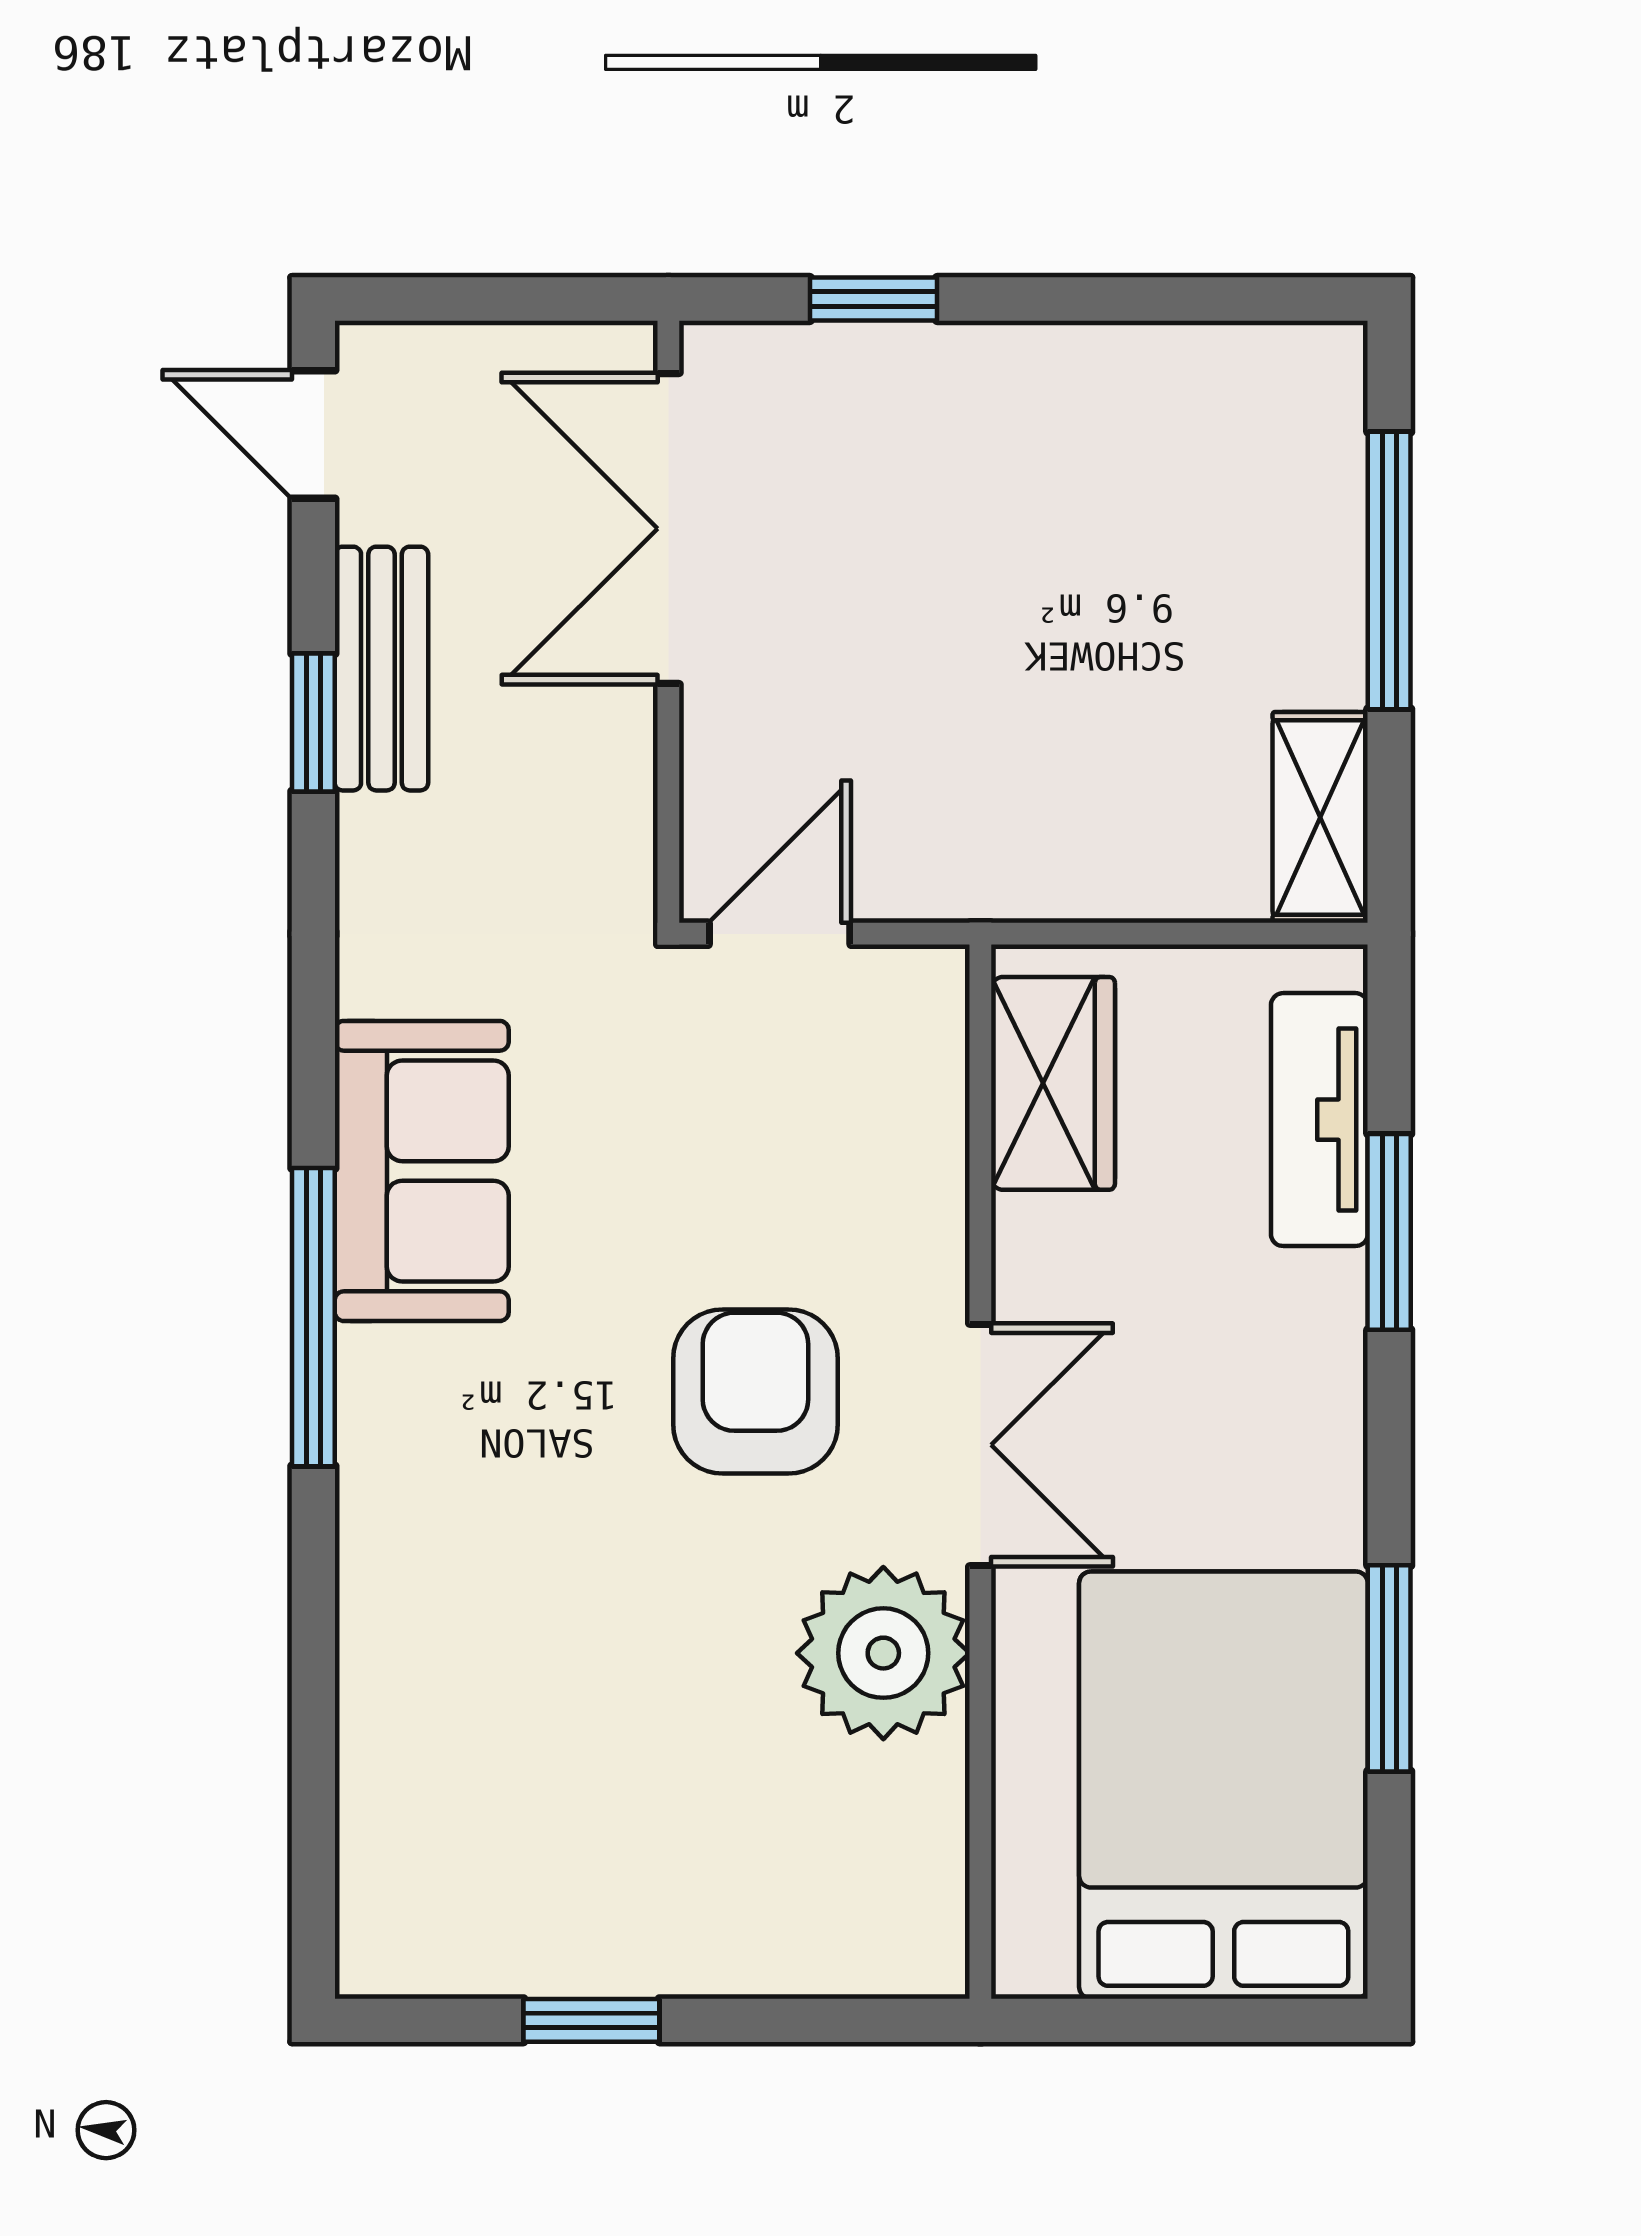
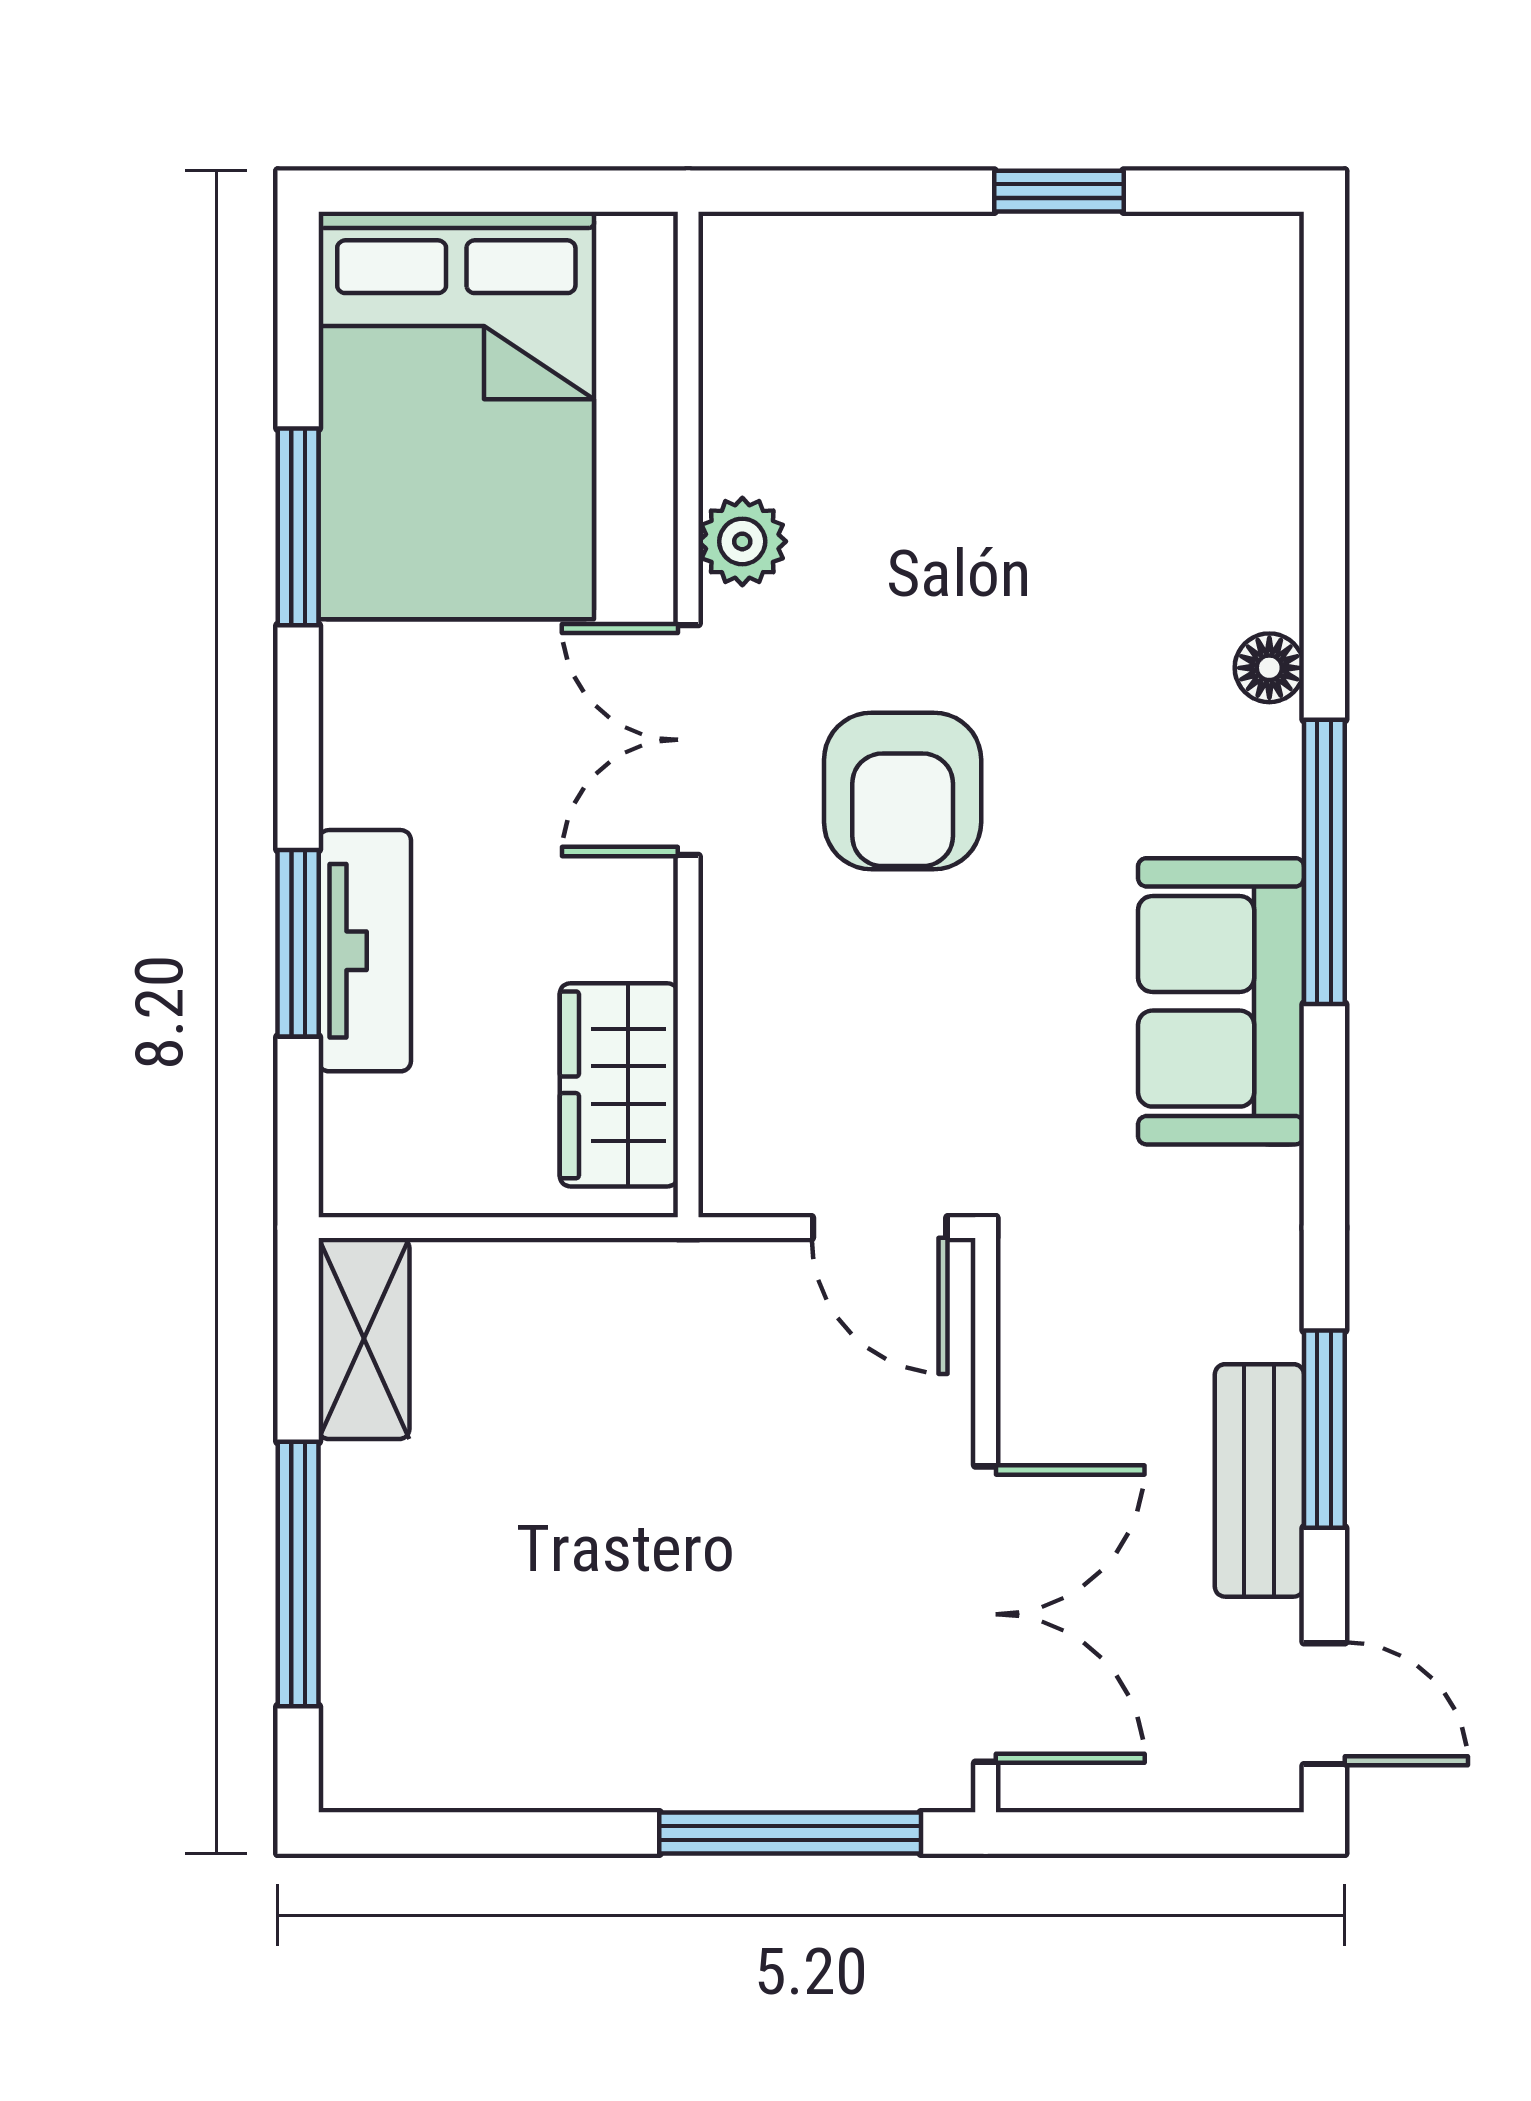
window: (874, 299) -> (790, 1833), width x2.17
window: (313, 722) -> (1324, 1429), width x1.50
door: (780, 934) -> (880, 1228), hinge flipped
tv unit: (1319, 1120) -> (365, 951), moved
floor lamp: (371, 1521) -> (1269, 668), added
plant: (883, 1653) -> (742, 541), width x0.53, depth x0.53

